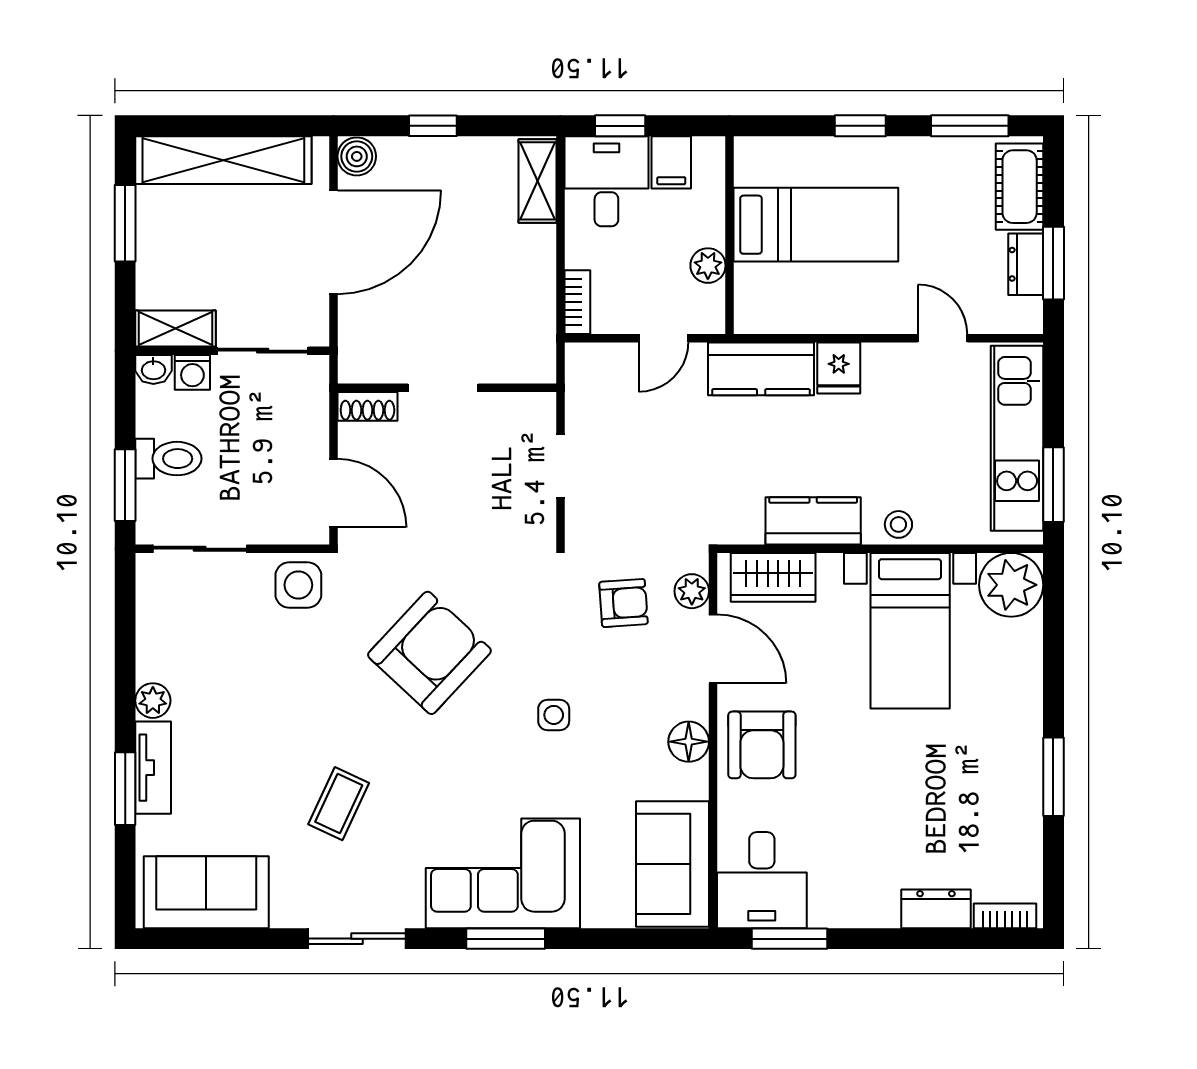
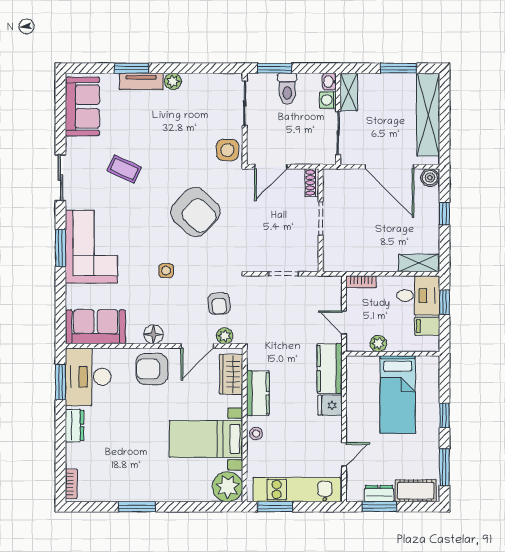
desk: (762, 880) -> (88, 377), width x1.37
dresser: (936, 909) -> (75, 425), moved

